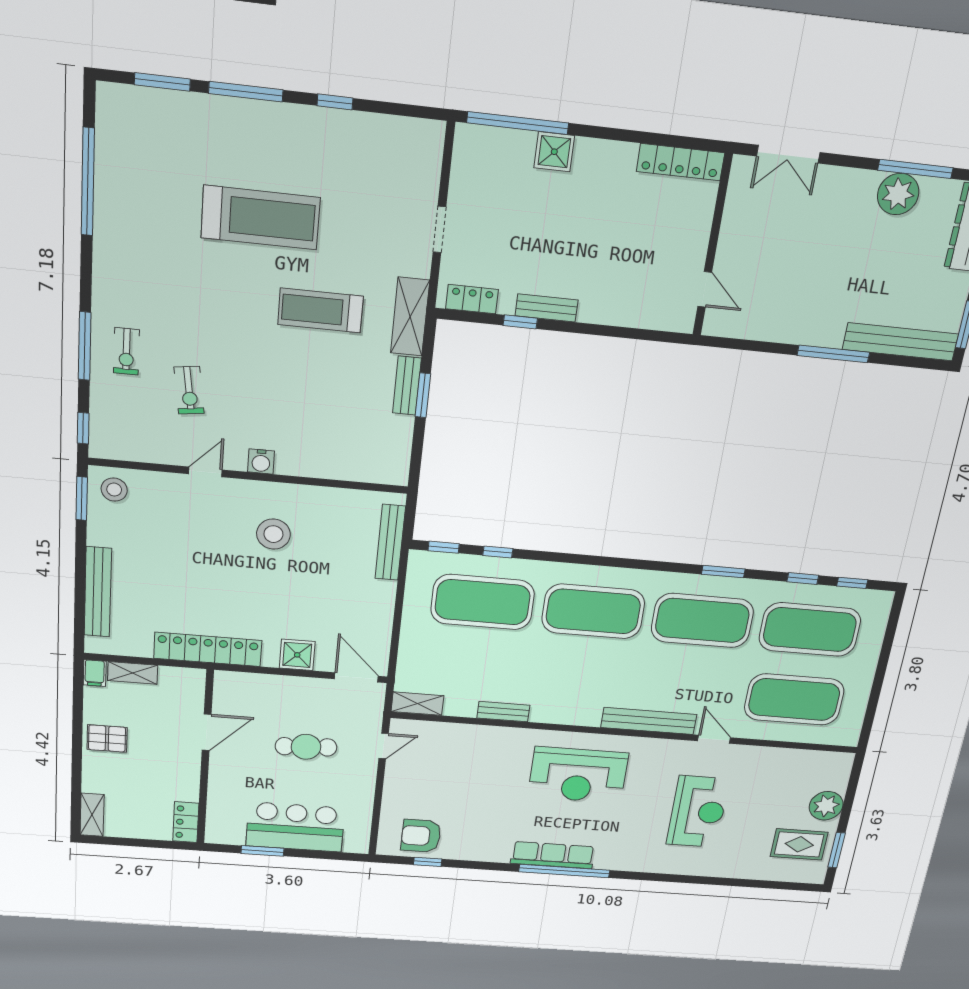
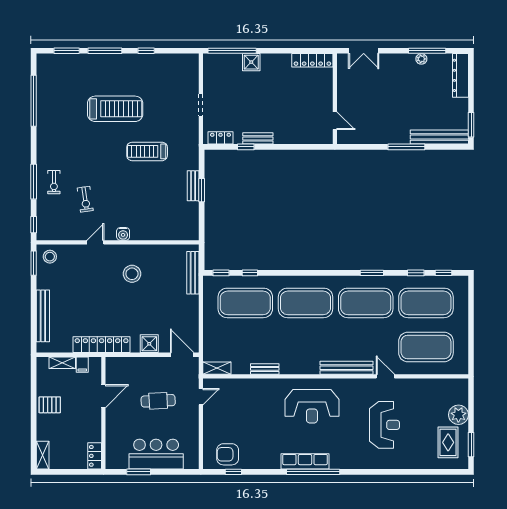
plant: (898, 194) -> (421, 59), width x0.53, depth x0.53
shelving: (410, 317) -> (191, 150), removed
filing cabinet: (95, 673) -> (82, 365), moved
rug: (799, 844) -> (448, 442), turned 90

